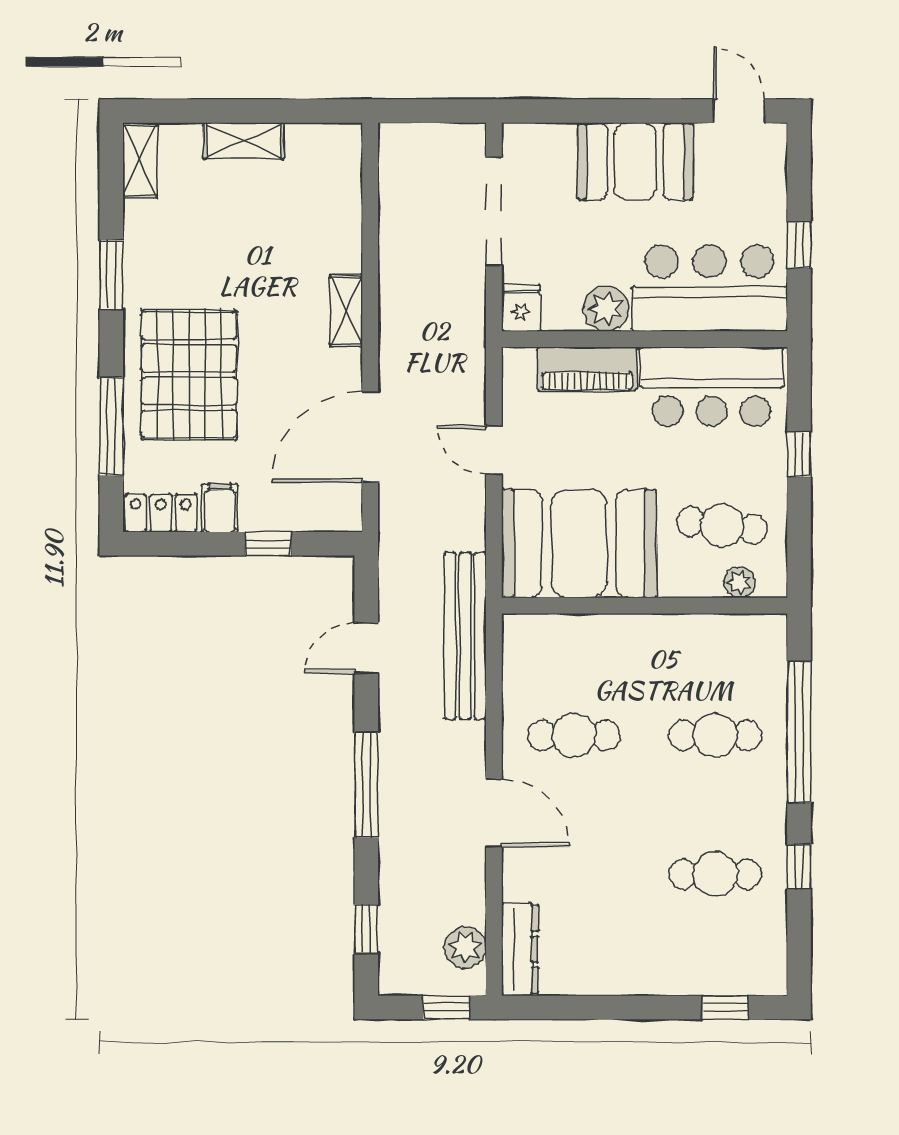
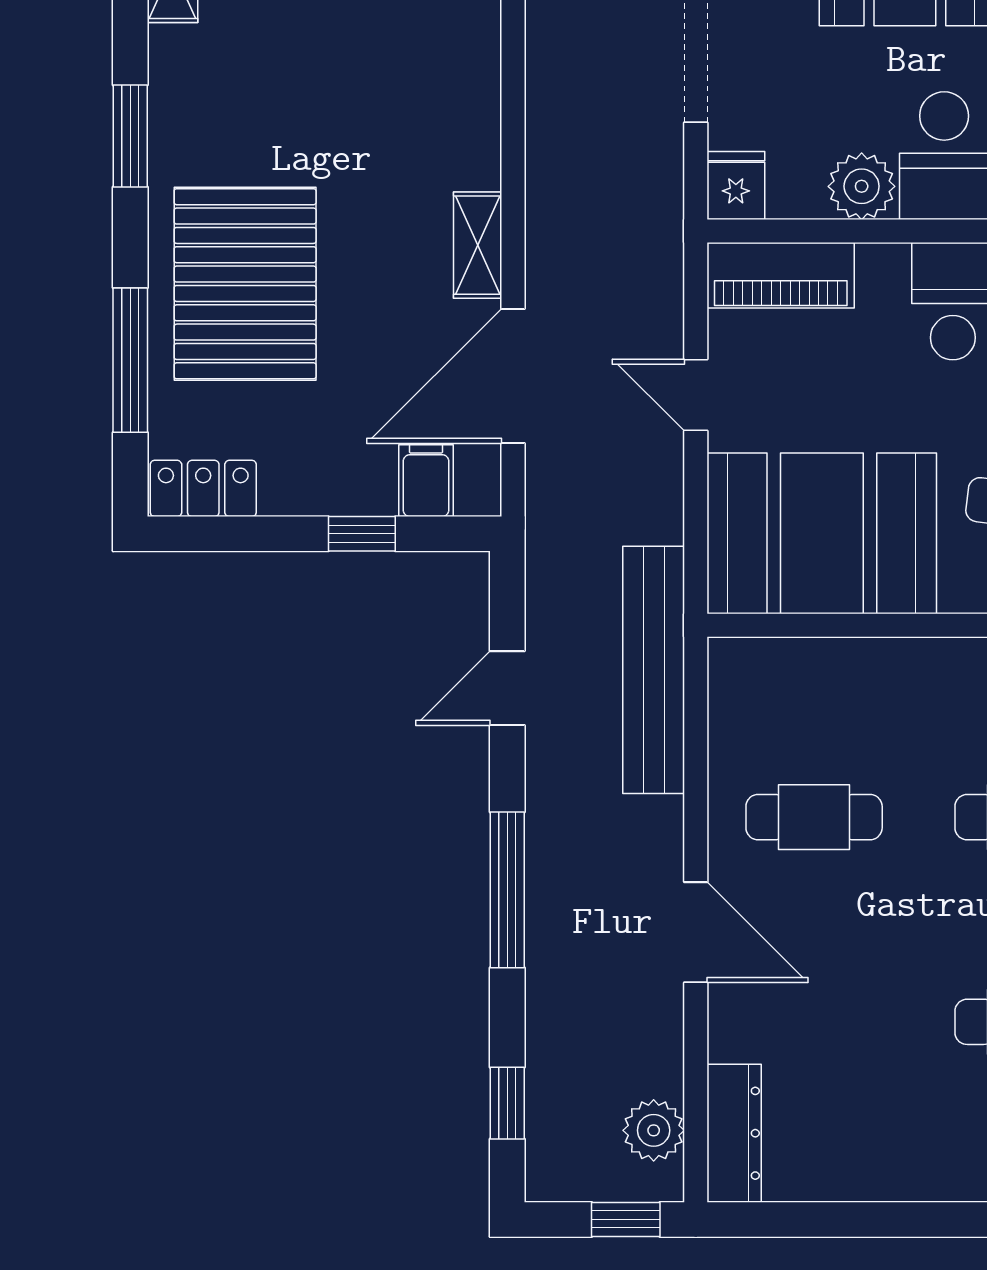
shelving: (346, 311) -> (478, 245), moved
piano: (587, 369) -> (781, 275), moved
filing cabinet: (220, 508) -> (426, 481), moved

